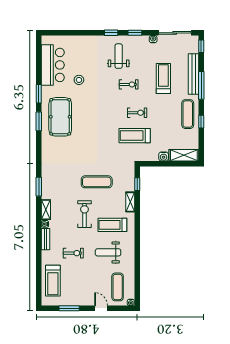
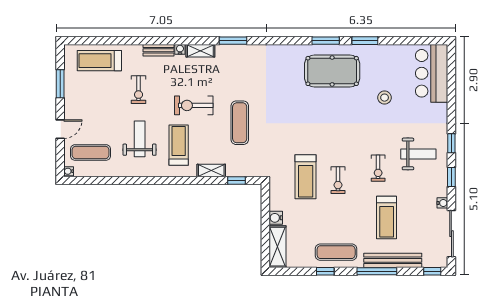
bar counter: (53, 65) -> (432, 73), moved, turned 90
treadmill: (163, 79) -> (387, 217), turned 90
treadmill: (135, 136) -> (306, 177), turned 180
exercise bike: (84, 214) -> (194, 105), turned 180

